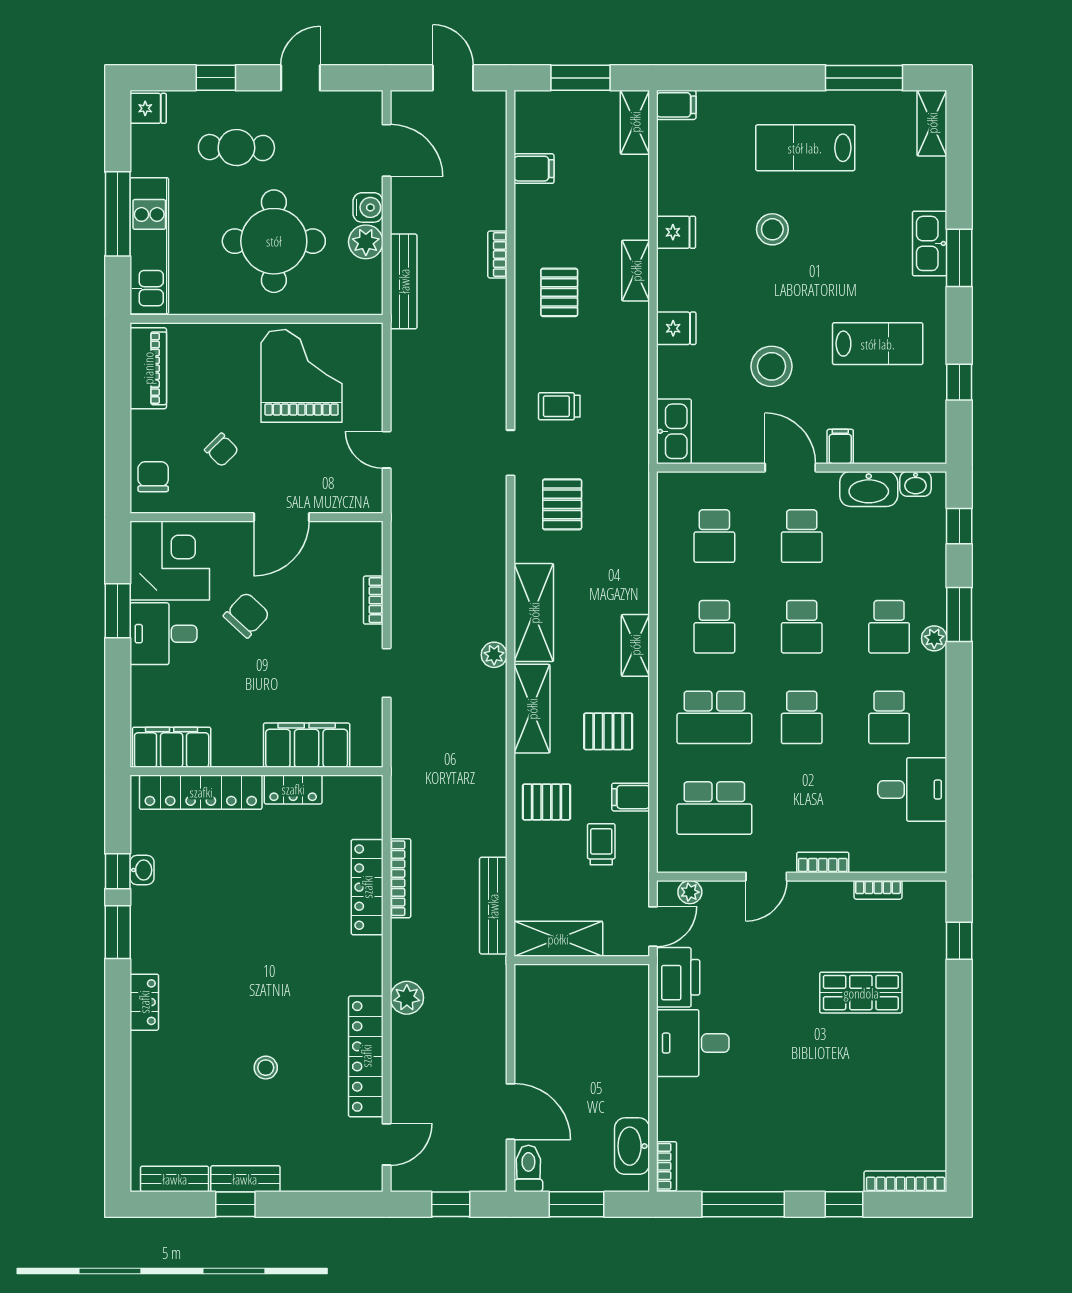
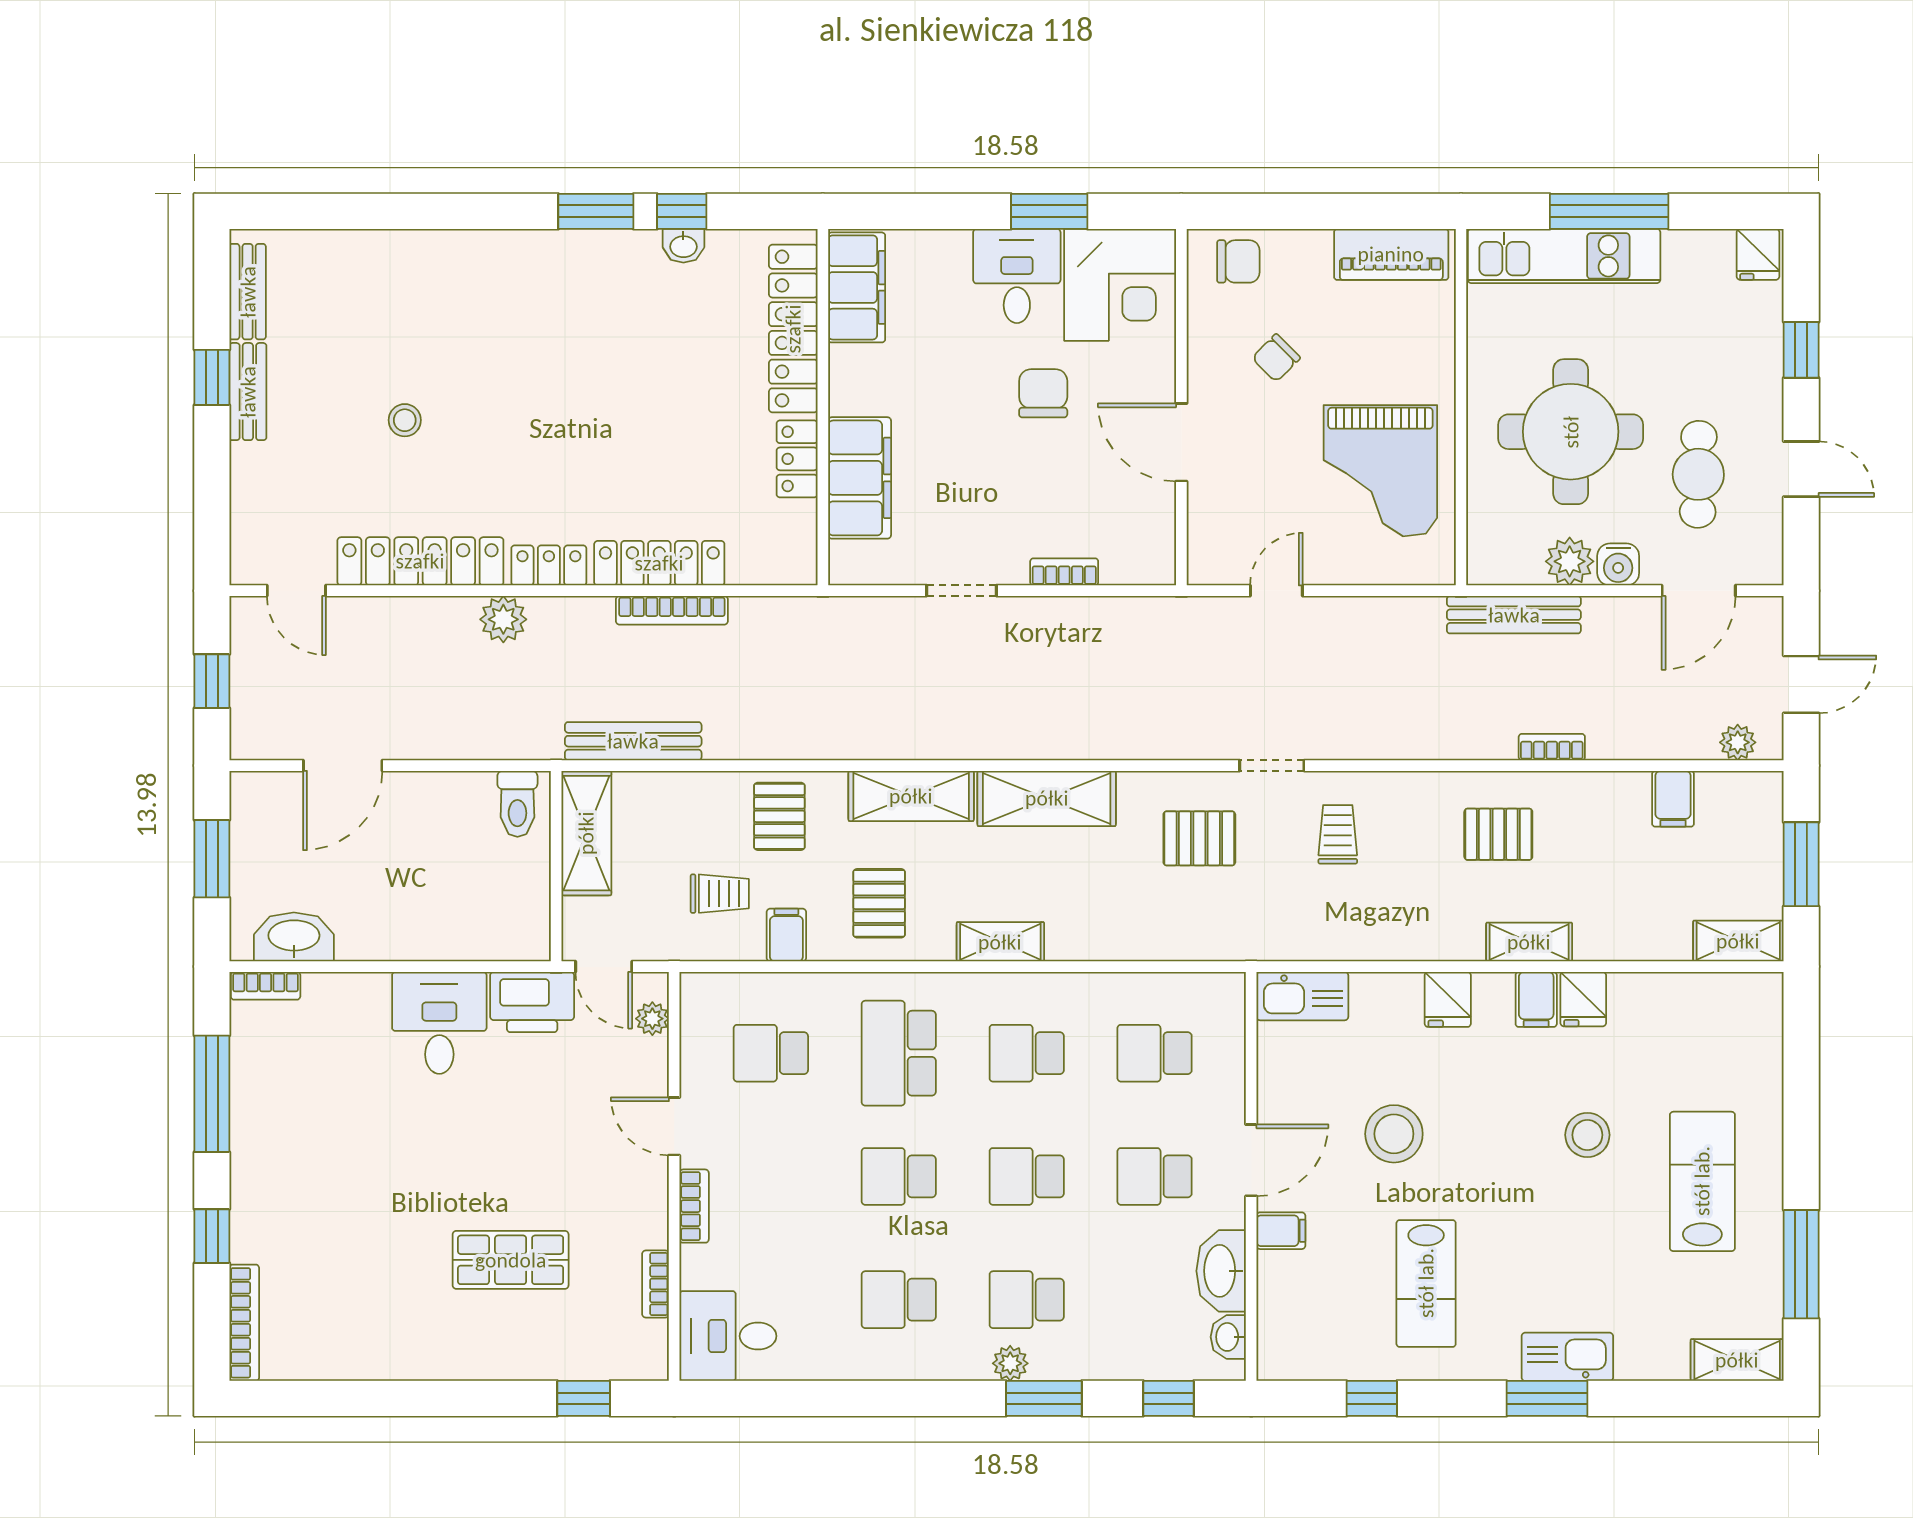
filing cabinet: (676, 105) -> (1536, 999), moved
cafe table: (236, 148) -> (1698, 474), moved
grand piano: (302, 376) -> (1380, 471), turned 90
chair: (247, 615) -> (1043, 393), turned -133
plant: (494, 655) -> (1738, 742), moved
desk: (912, 789) -> (728, 1336), moved, turned 90
school desk: (714, 808) -> (771, 1053), width x0.54
shop shelf: (861, 993) -> (511, 1260), turned 90
locker: (144, 1002) -> (549, 565), moved, turned 180
toilet: (528, 1169) -> (517, 804), moved, turned 90

